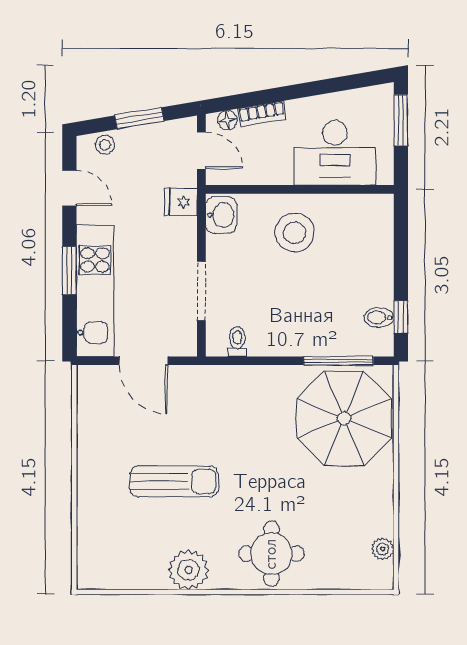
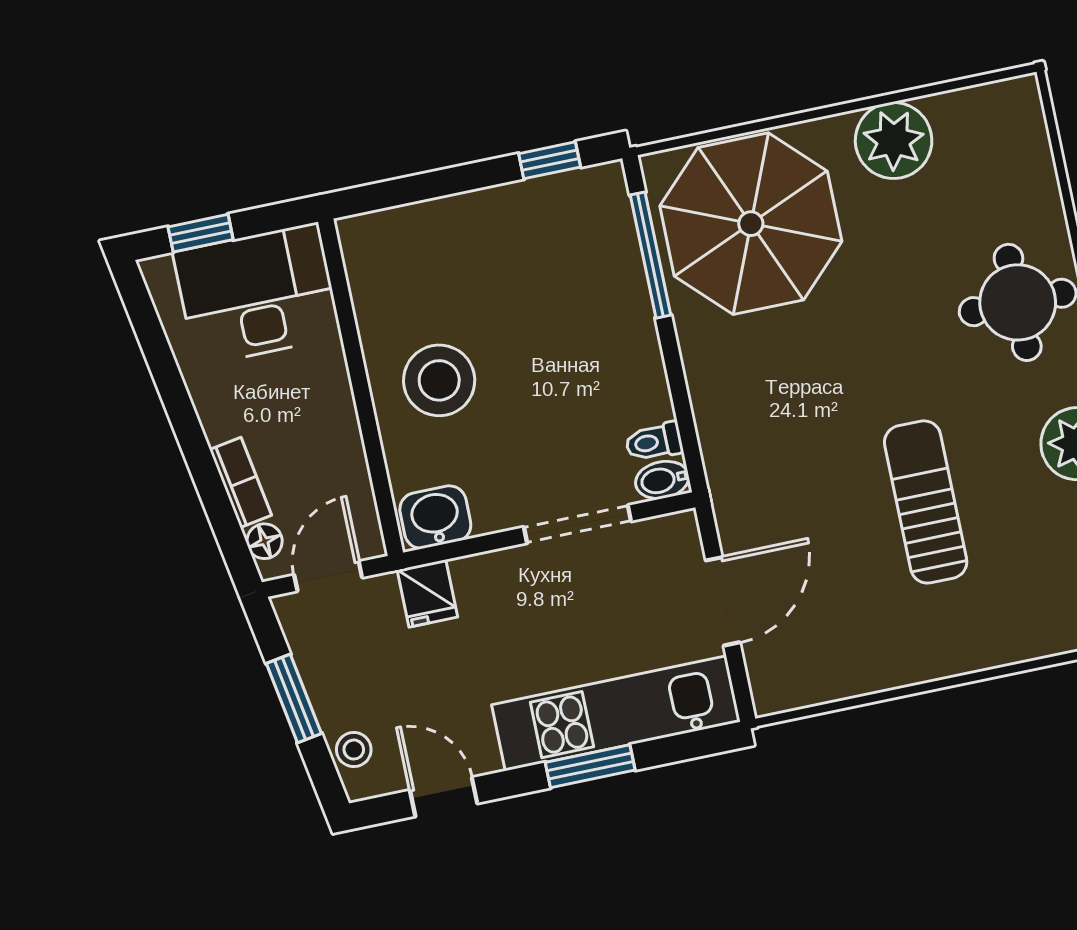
window: (401, 120) -> (201, 233), width x0.67
desk: (335, 153) -> (257, 294), moved, turned -90
door: (69, 188) -> (444, 797), hinge flipped
bidet: (379, 317) -> (662, 480), moved, turned 90
plant: (383, 549) -> (894, 140), moved, width x1.88, depth x1.88

